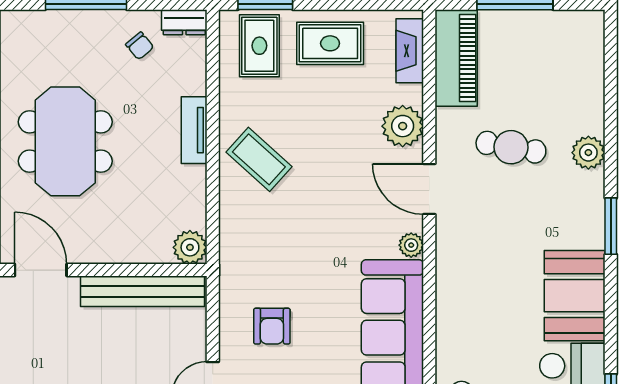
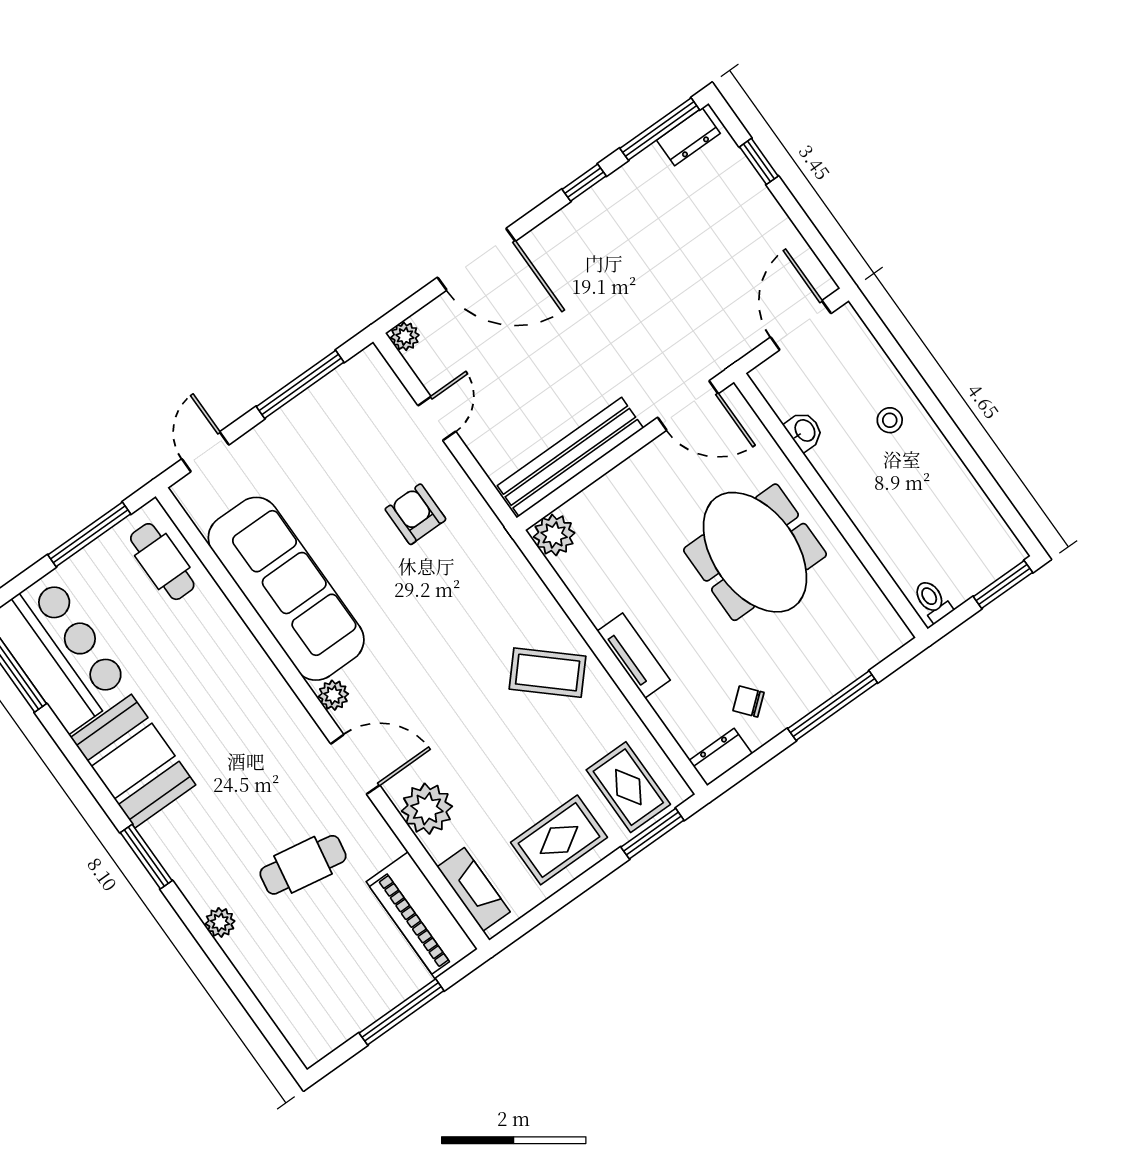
plant: (588, 153) -> (220, 922), width x0.73, depth x0.73

